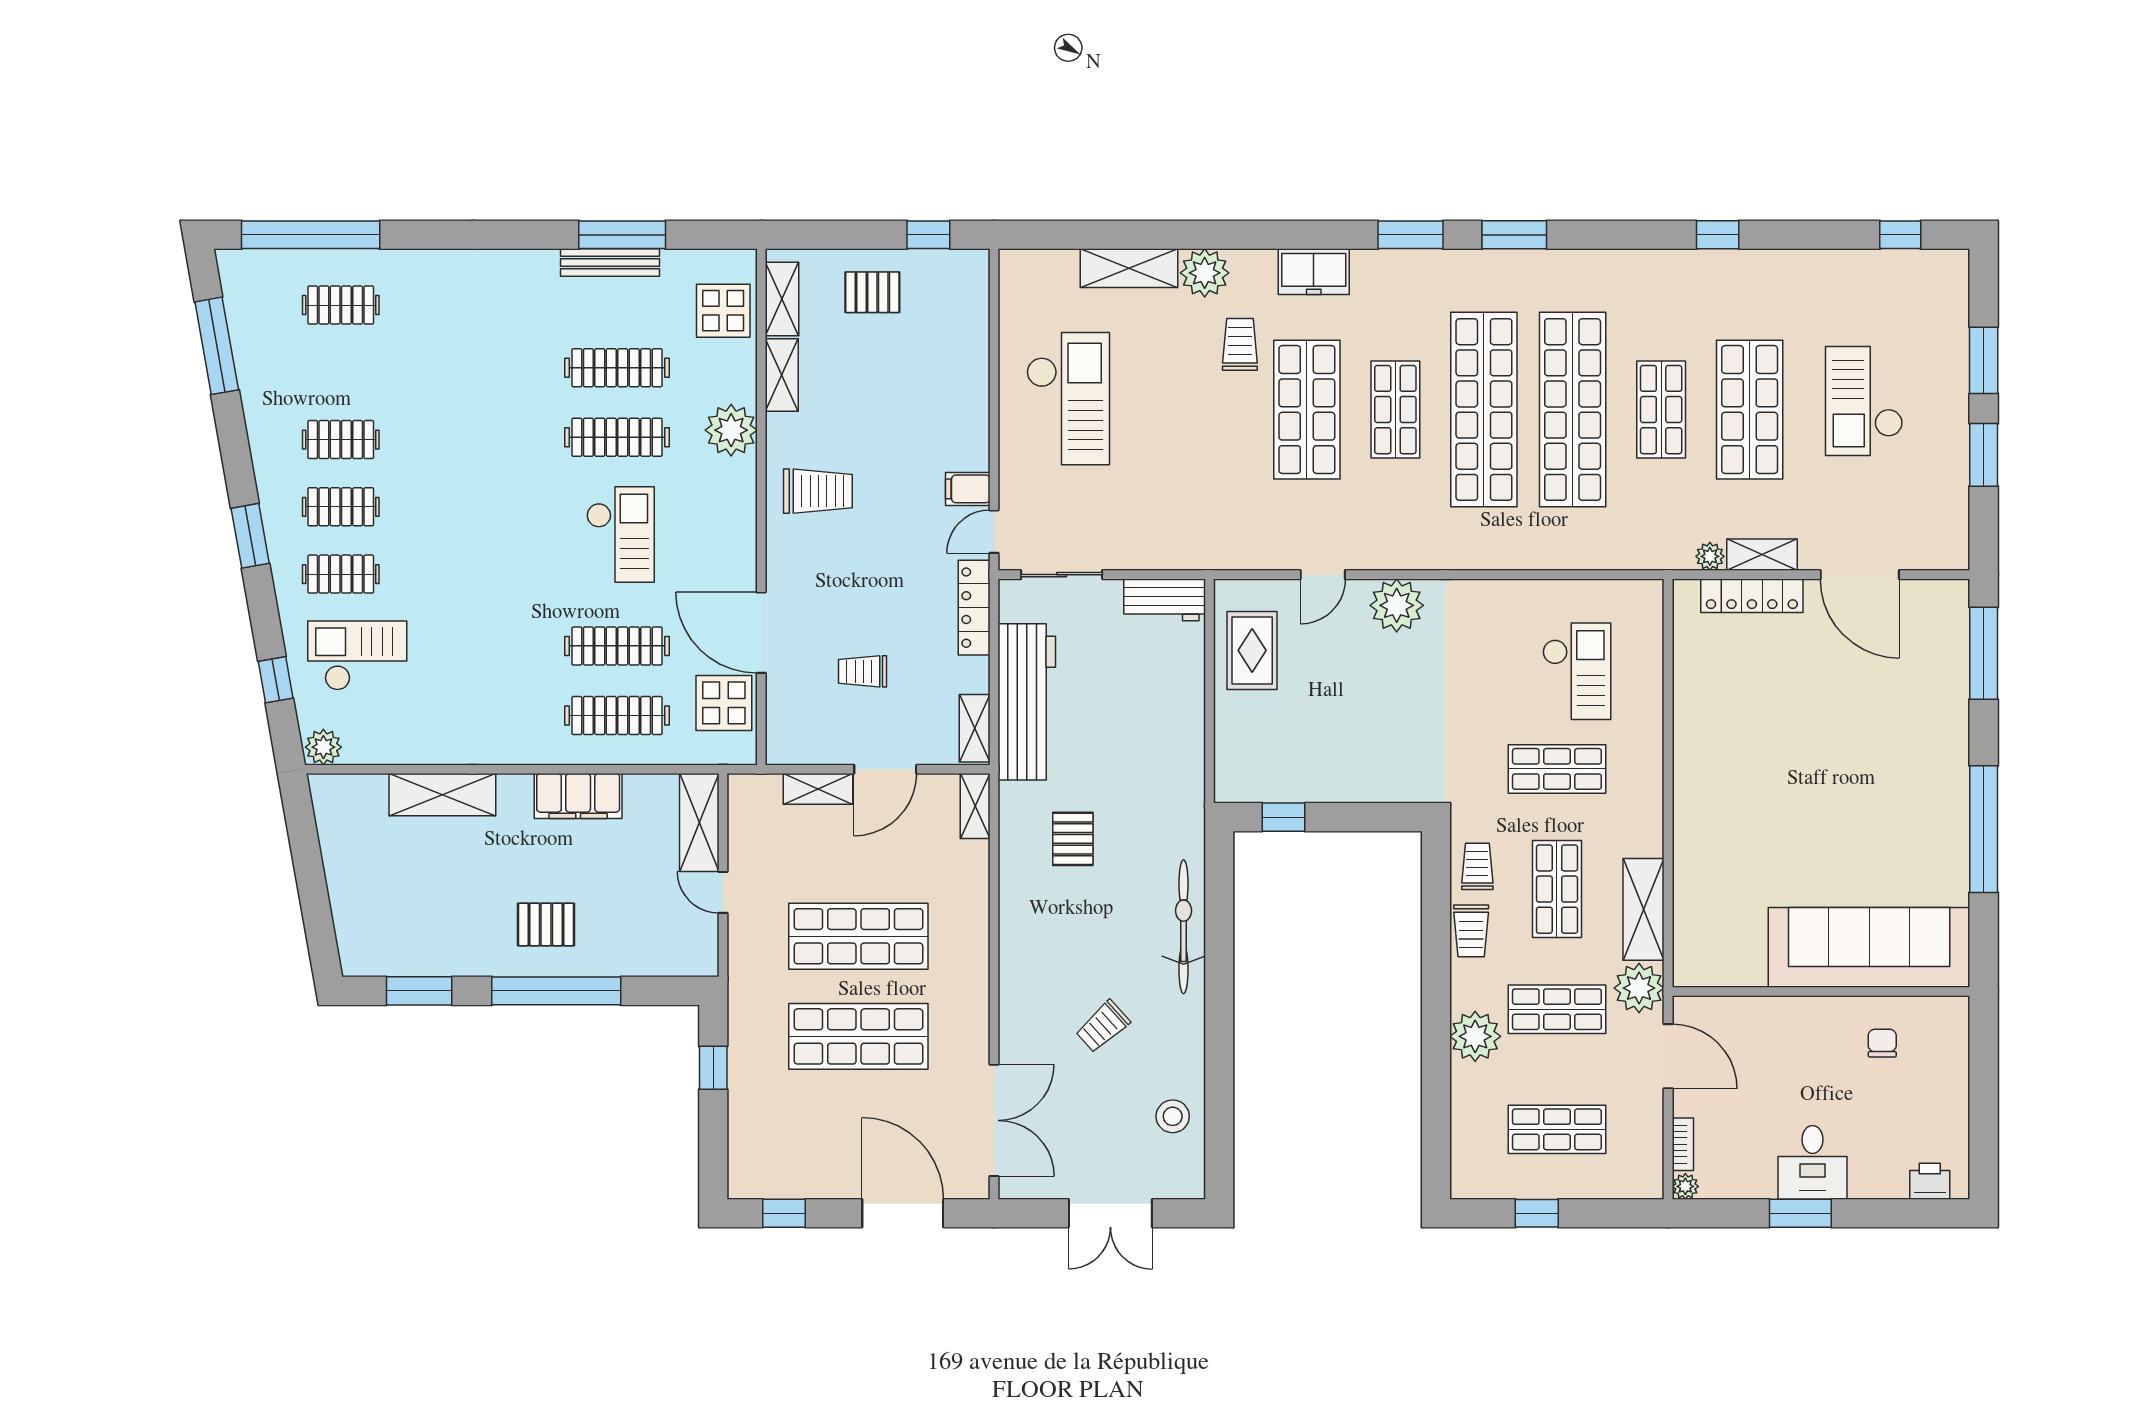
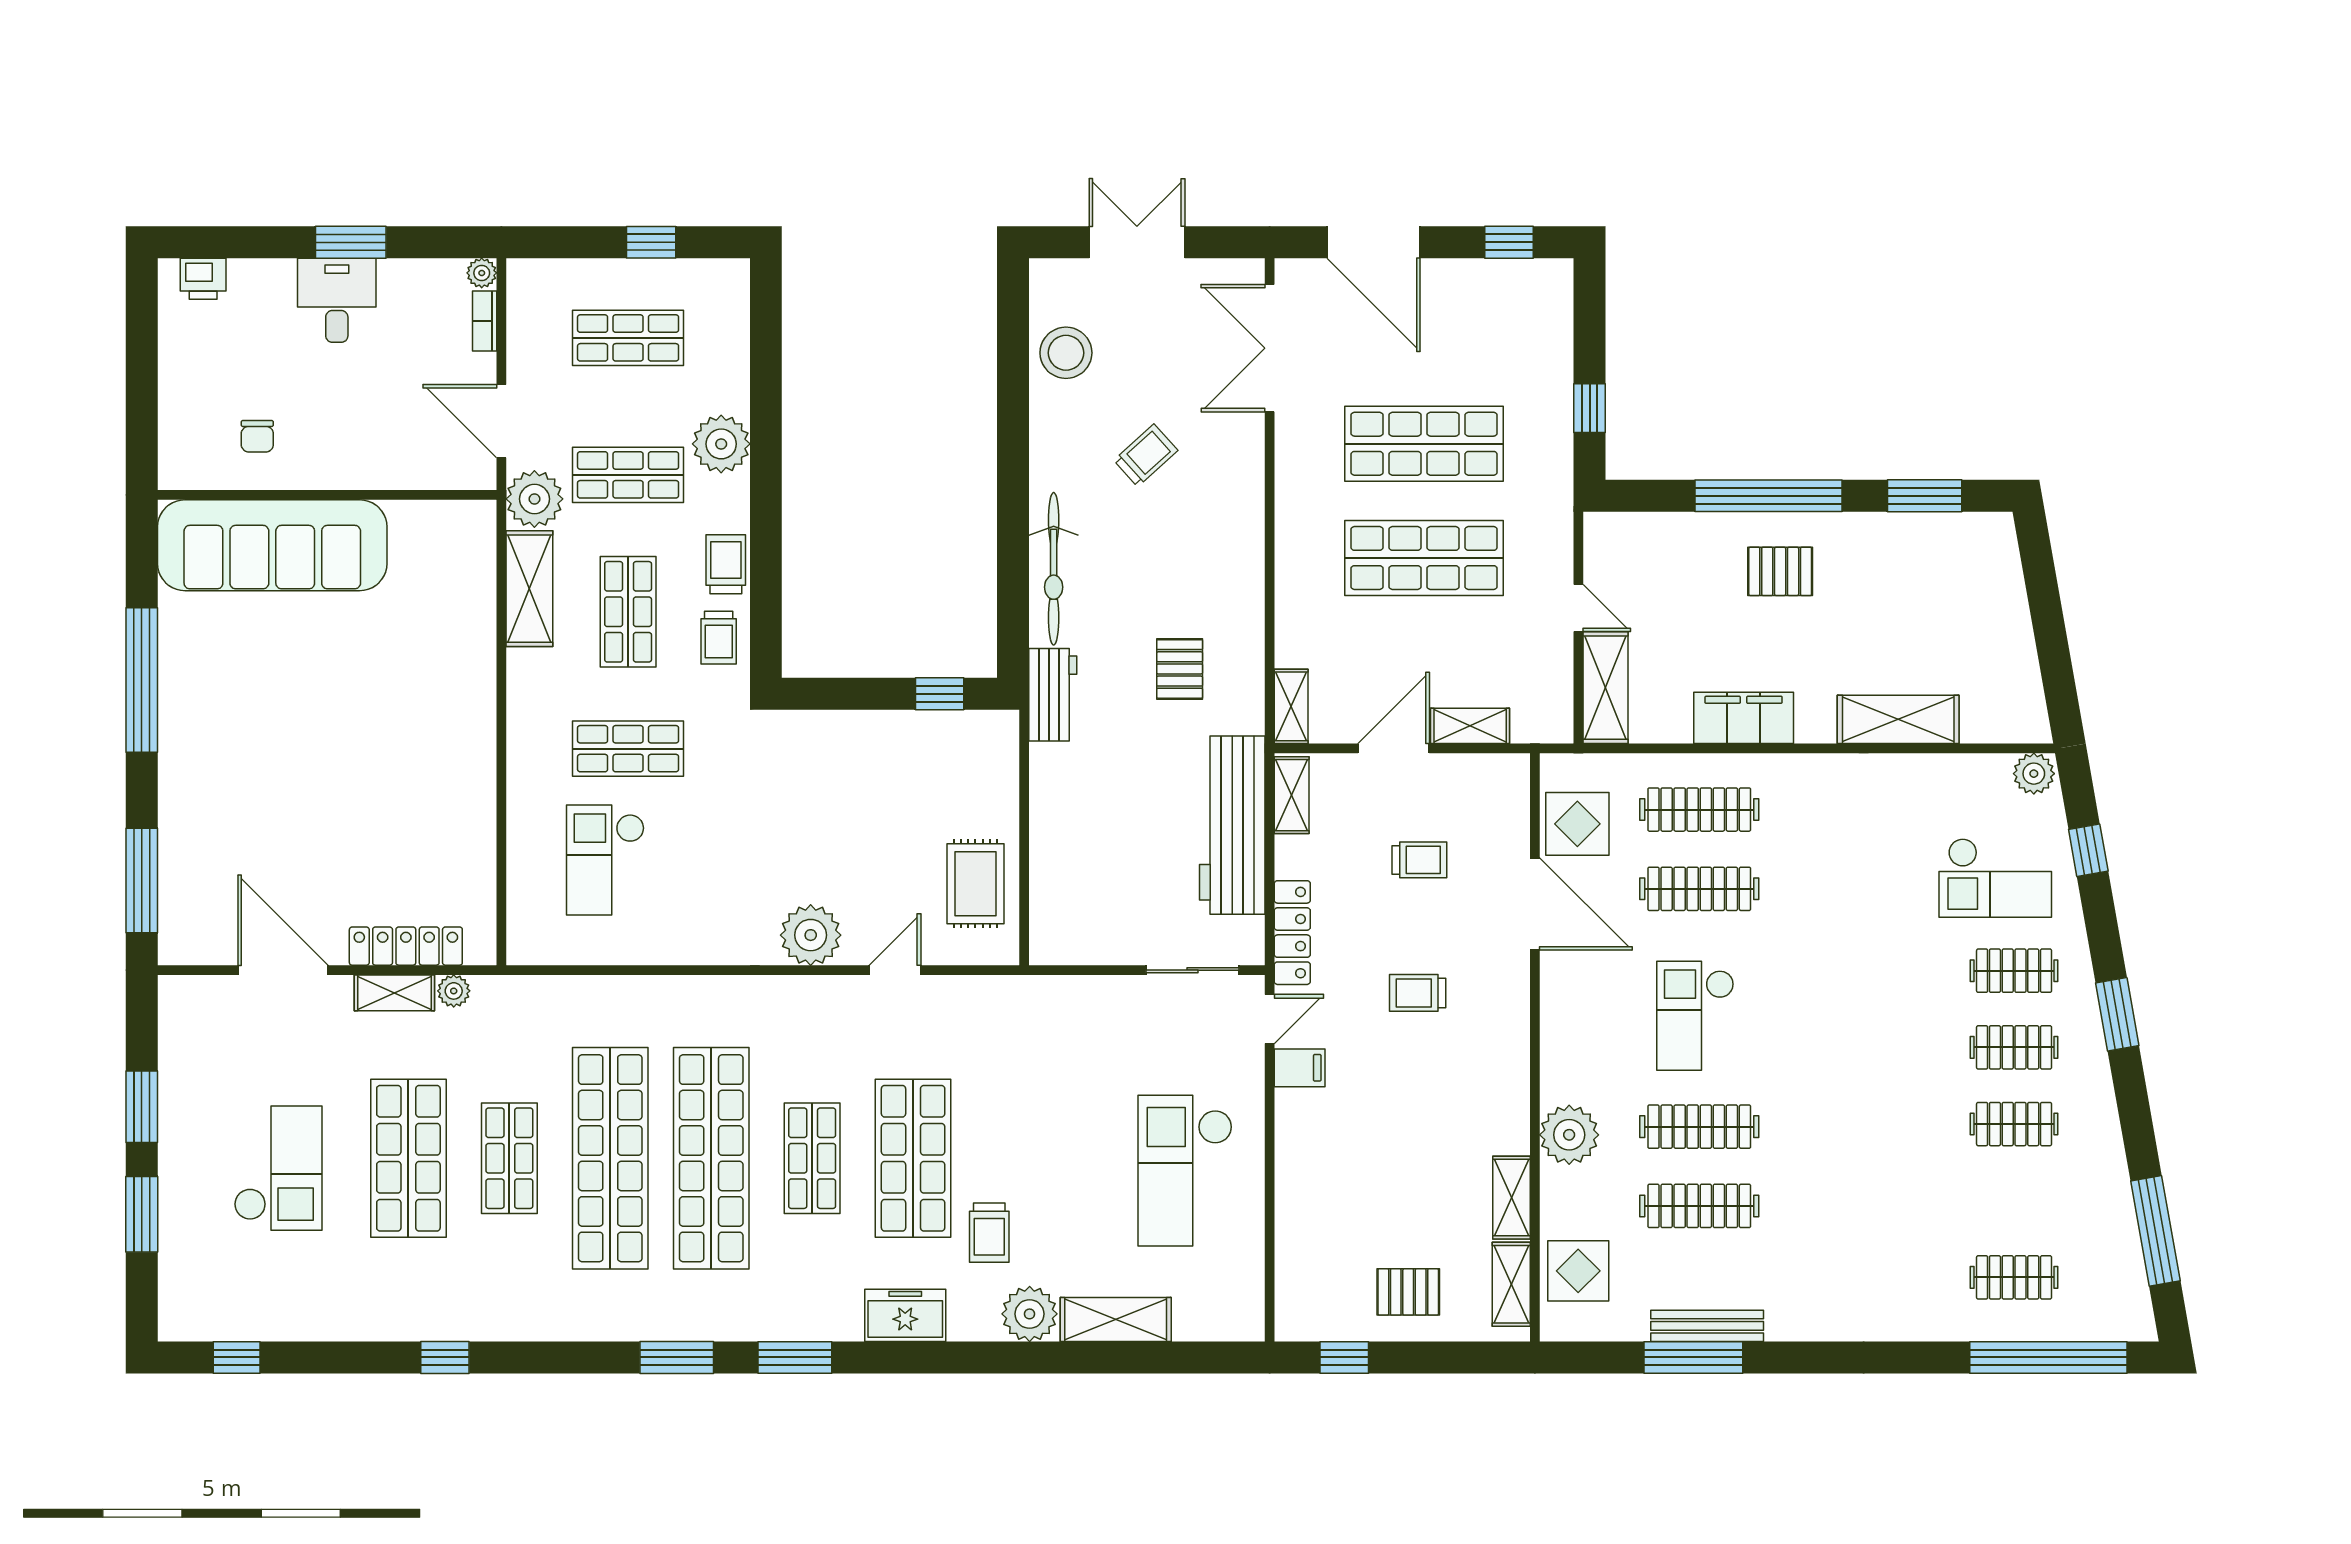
trolley: (818, 491) -> (1418, 993), moved, width x0.73, depth x0.72
workbench: (1165, 600) -> (1053, 695), moved, turned 90
stool: (1173, 1116) -> (1066, 353), width x1.38, depth x1.38

